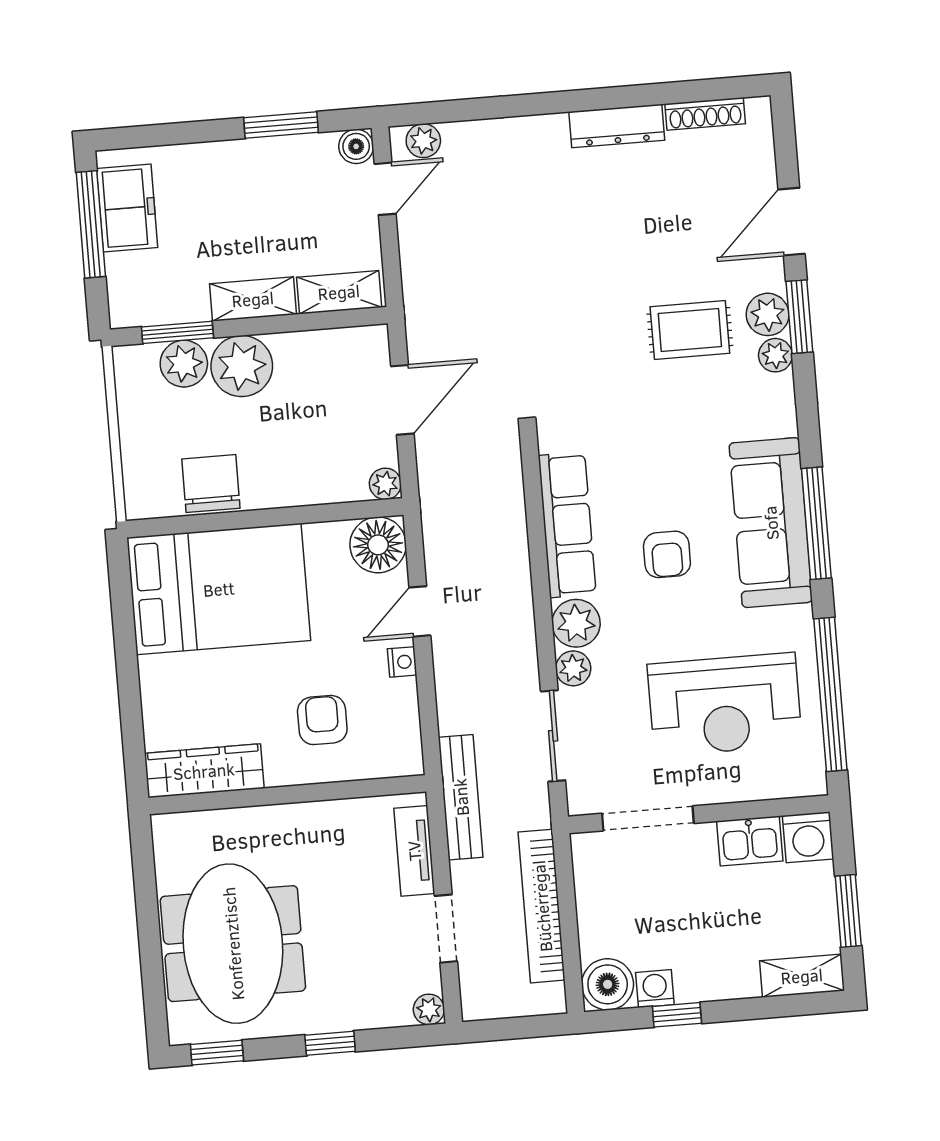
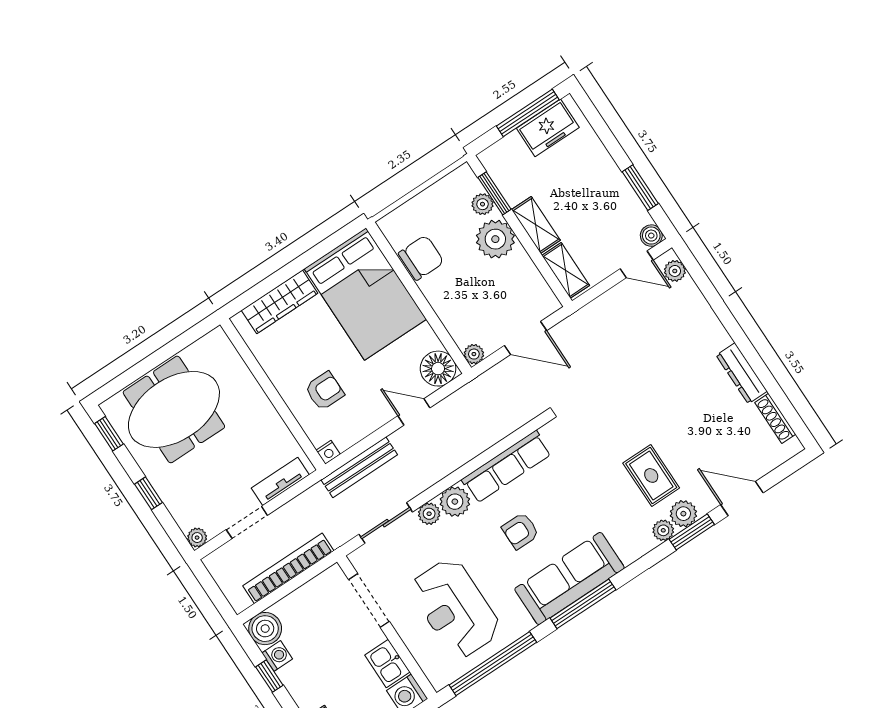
plant: (184, 364) -> (483, 204), width x0.73, depth x0.73
nightstand: (402, 662) -> (328, 452), moved
wardrobe: (204, 771) -> (280, 302), moved, turned 90
bench: (461, 797) -> (359, 467), moved

